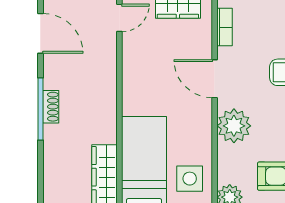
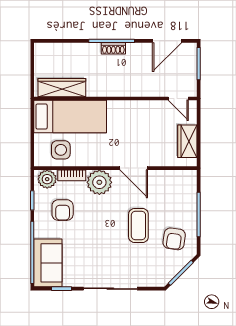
bookcase: (225, 27) -> (72, 175), moved
door: (215, 79) -> (134, 168), swing flipped

